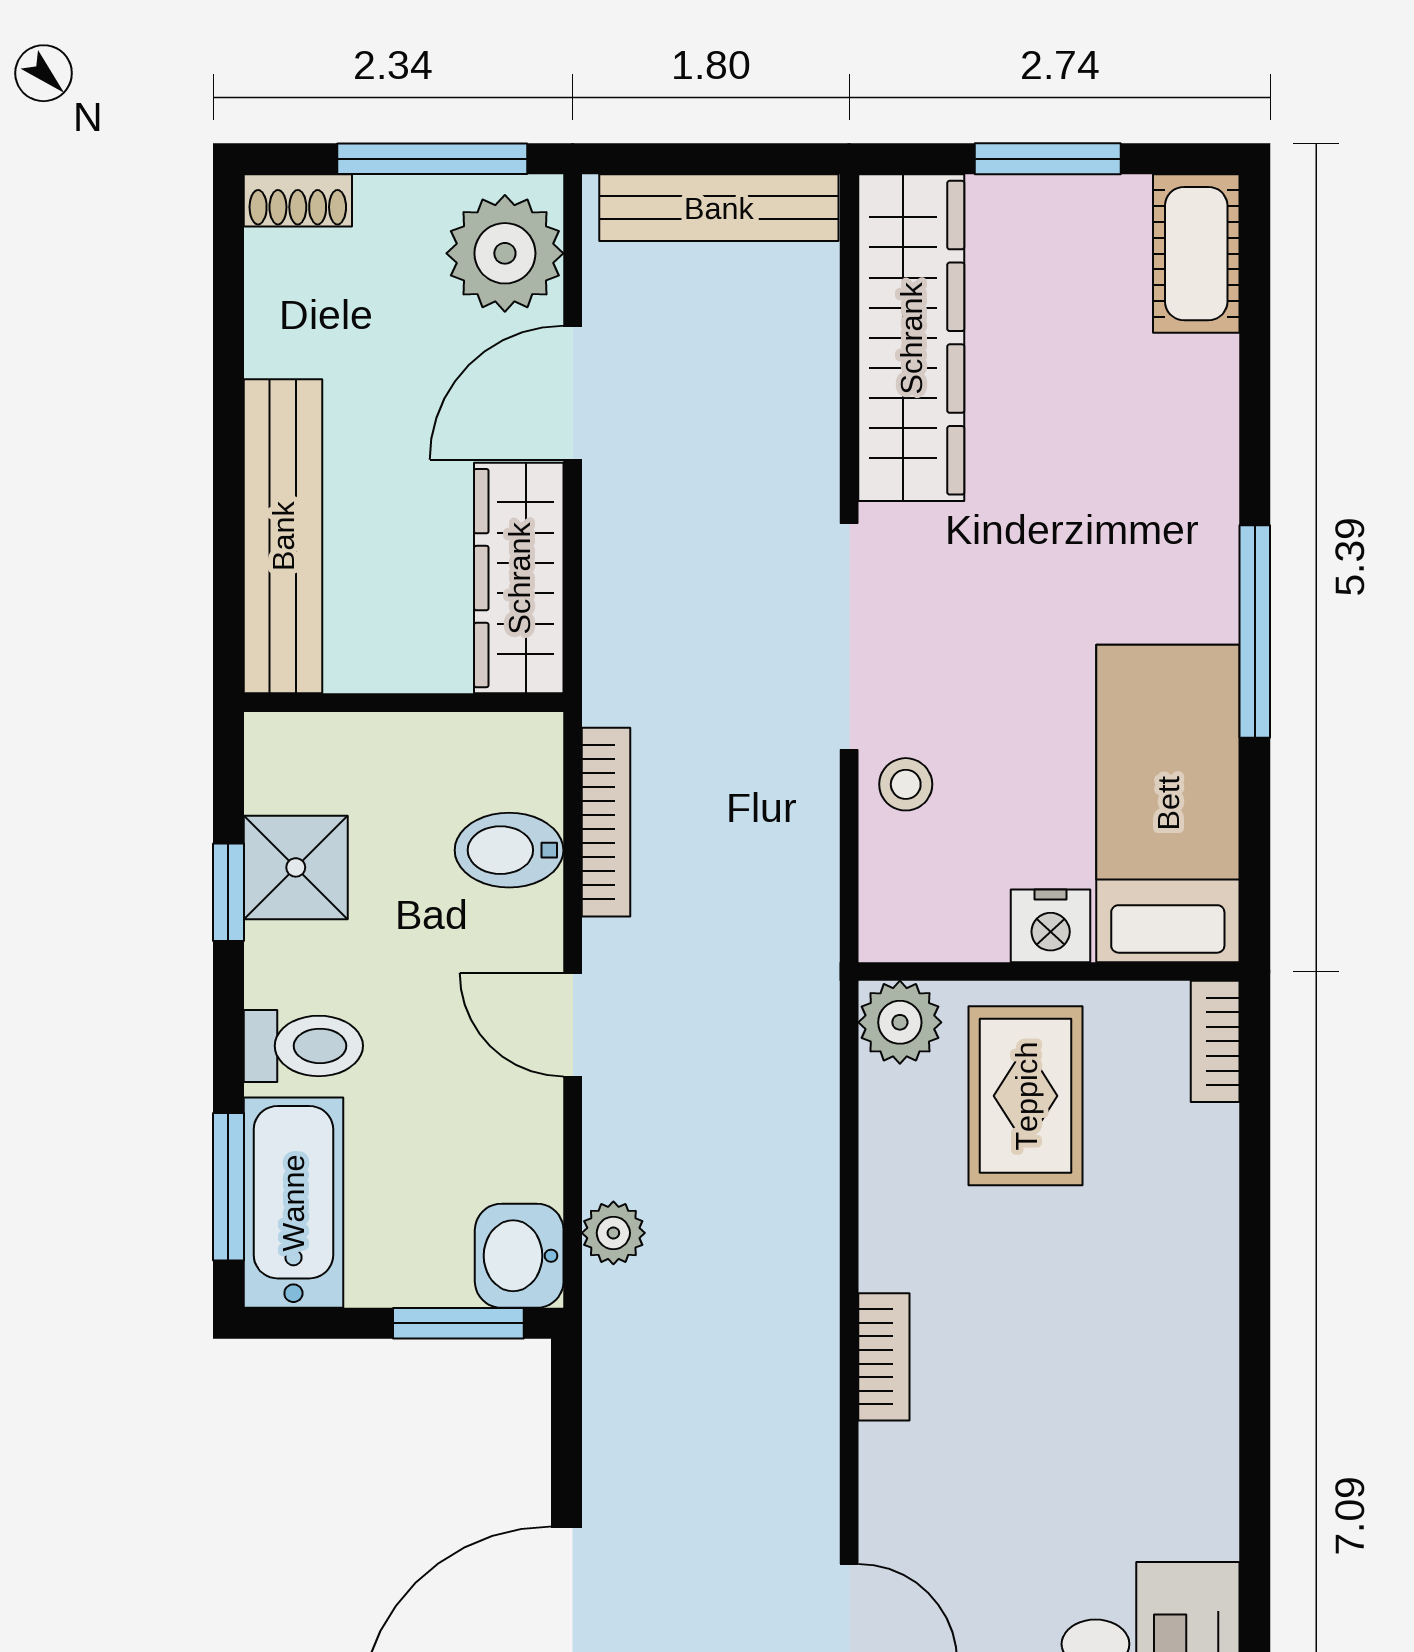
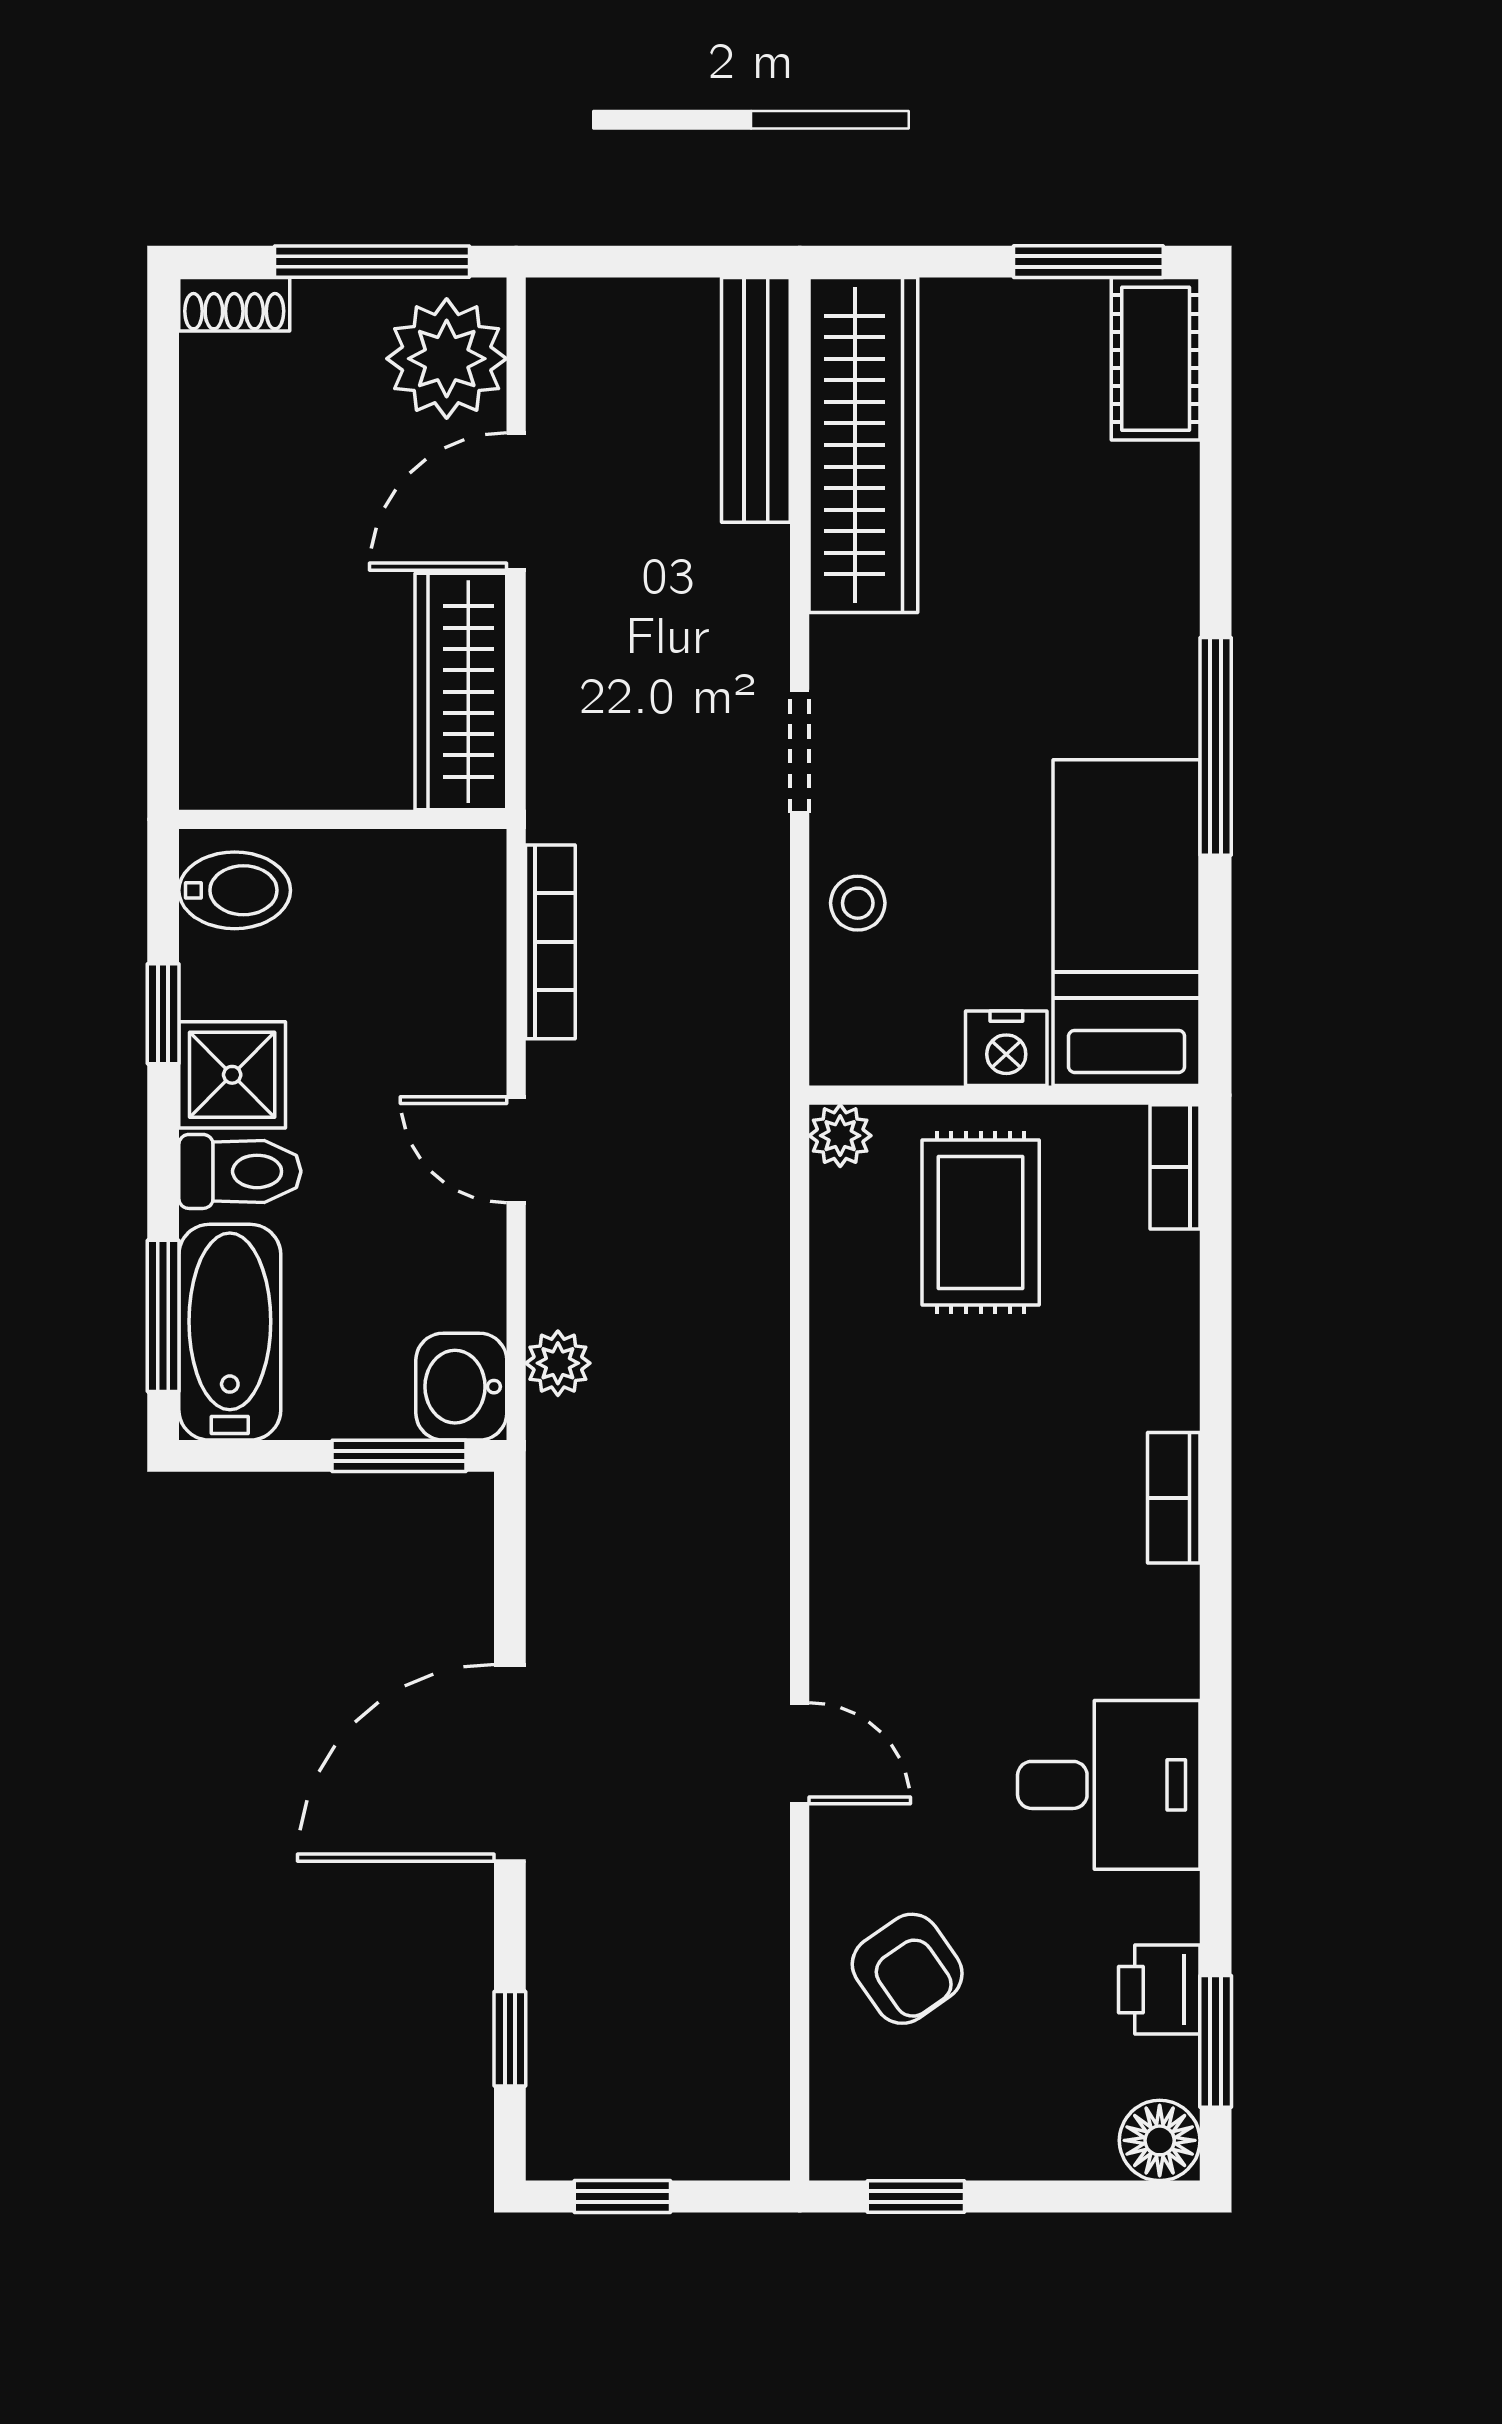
window: (1048, 159) -> (1088, 262), moved
bench: (719, 208) -> (756, 400), moved, turned 90
bench: (283, 536) -> (219, 649), removed
doorway: (849, 636) -> (800, 751), width x0.53
bidet: (509, 850) -> (235, 890), moved, turned 180
shower: (296, 867) -> (232, 1075), moved
plant: (900, 1022) -> (840, 1136), width x0.73, depth x0.73
bookcase: (884, 1357) -> (1174, 1498), moved, turned 180

